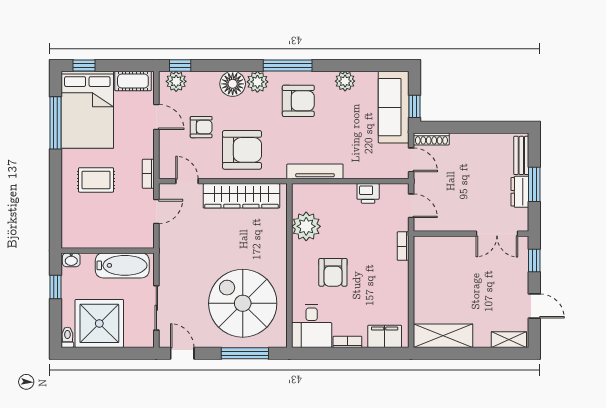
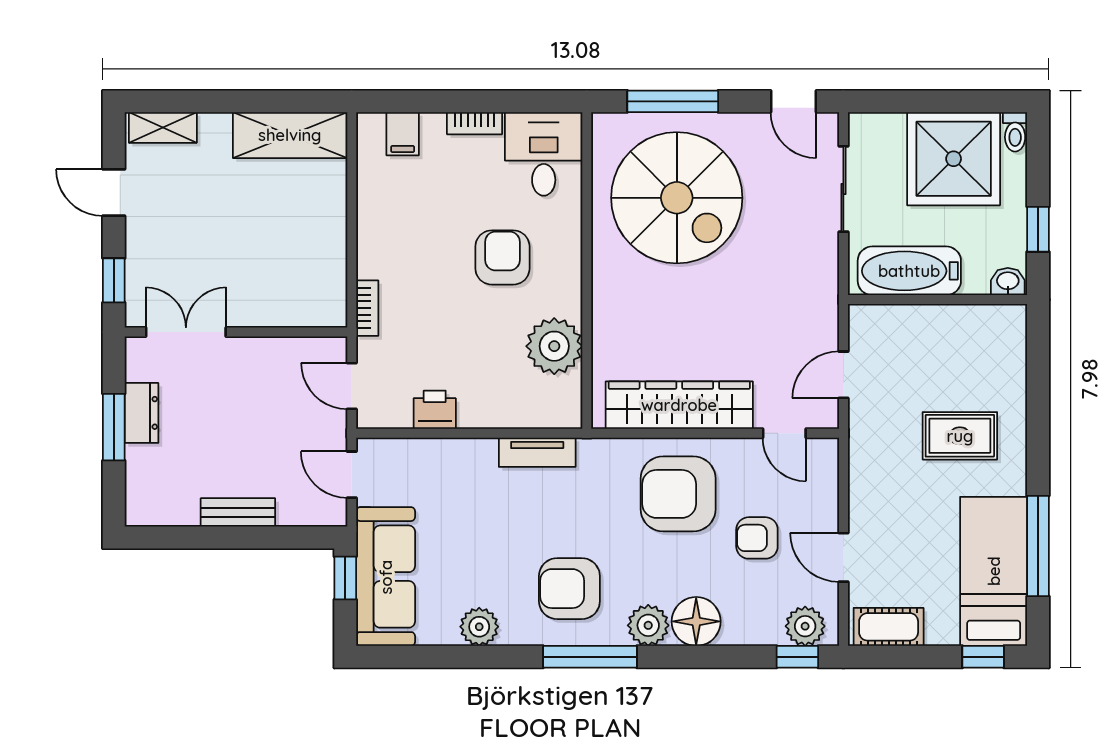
bed: (87, 110) -> (994, 571), width x0.67
shoe rack: (431, 139) -> (312, 515), removed
bench: (521, 155) -> (238, 512), moved, turned 90
tv unit: (315, 171) -> (537, 452), width x0.71
bookcase: (148, 174) -> (859, 448), removed
filing cabinet: (385, 336) -> (403, 134), width x0.50

